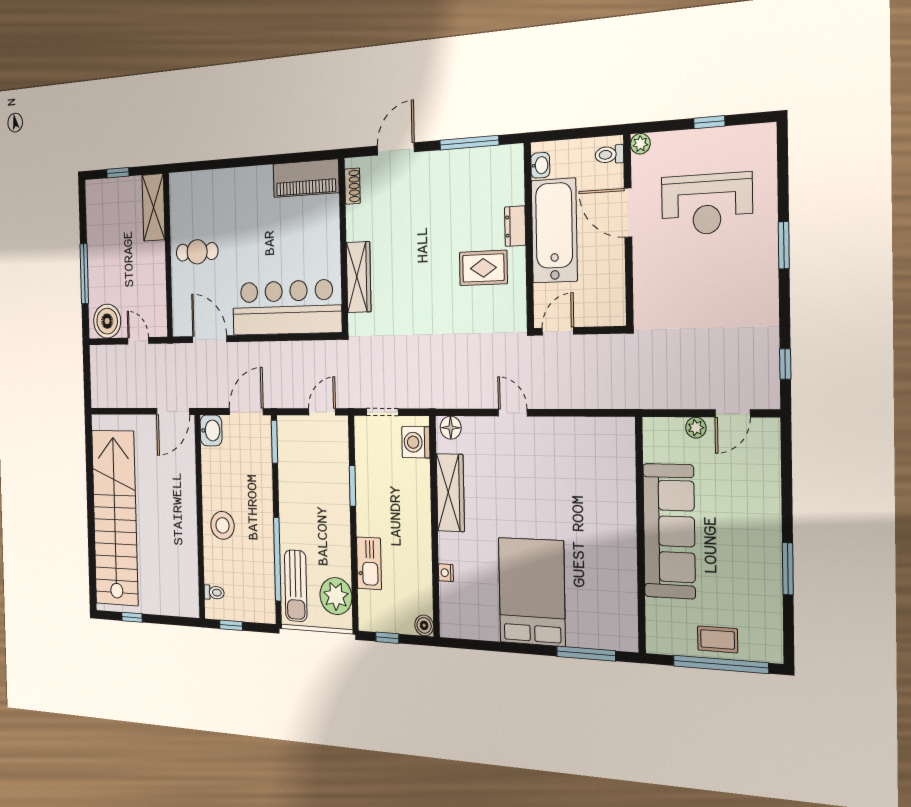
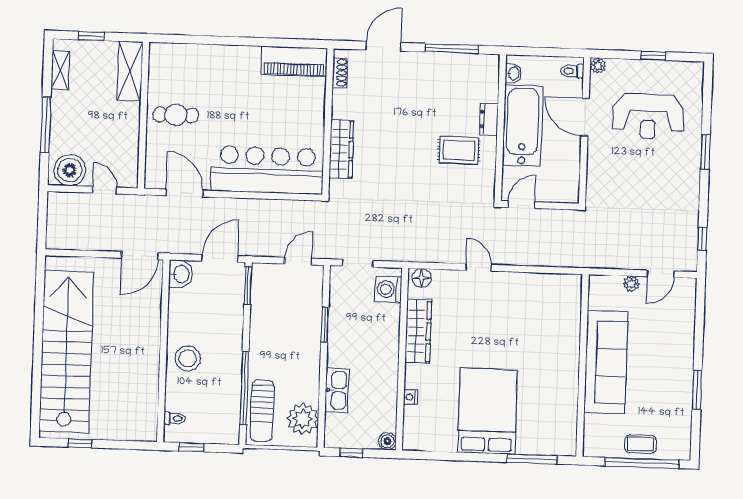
shelving: (93, 213) -> (60, 70), added

